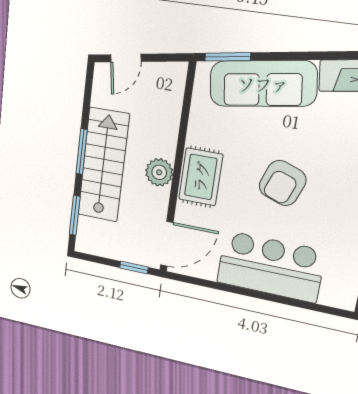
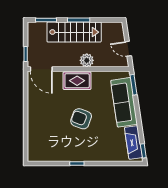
door: (126, 58) -> (128, 49), moved
plant: (159, 172) -> (87, 60), moved
bar counter: (270, 267) -> (41, 120), removed

